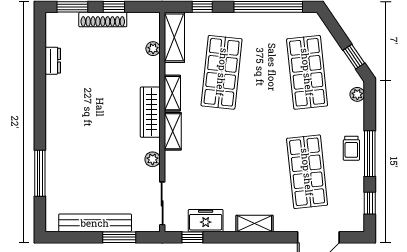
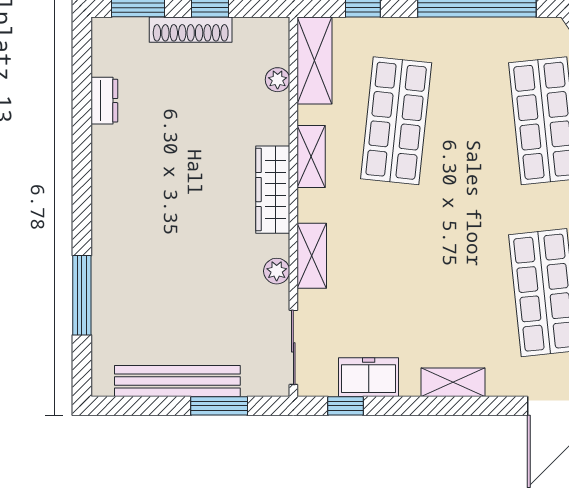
shelving: (173, 131) -> (312, 256), moved

